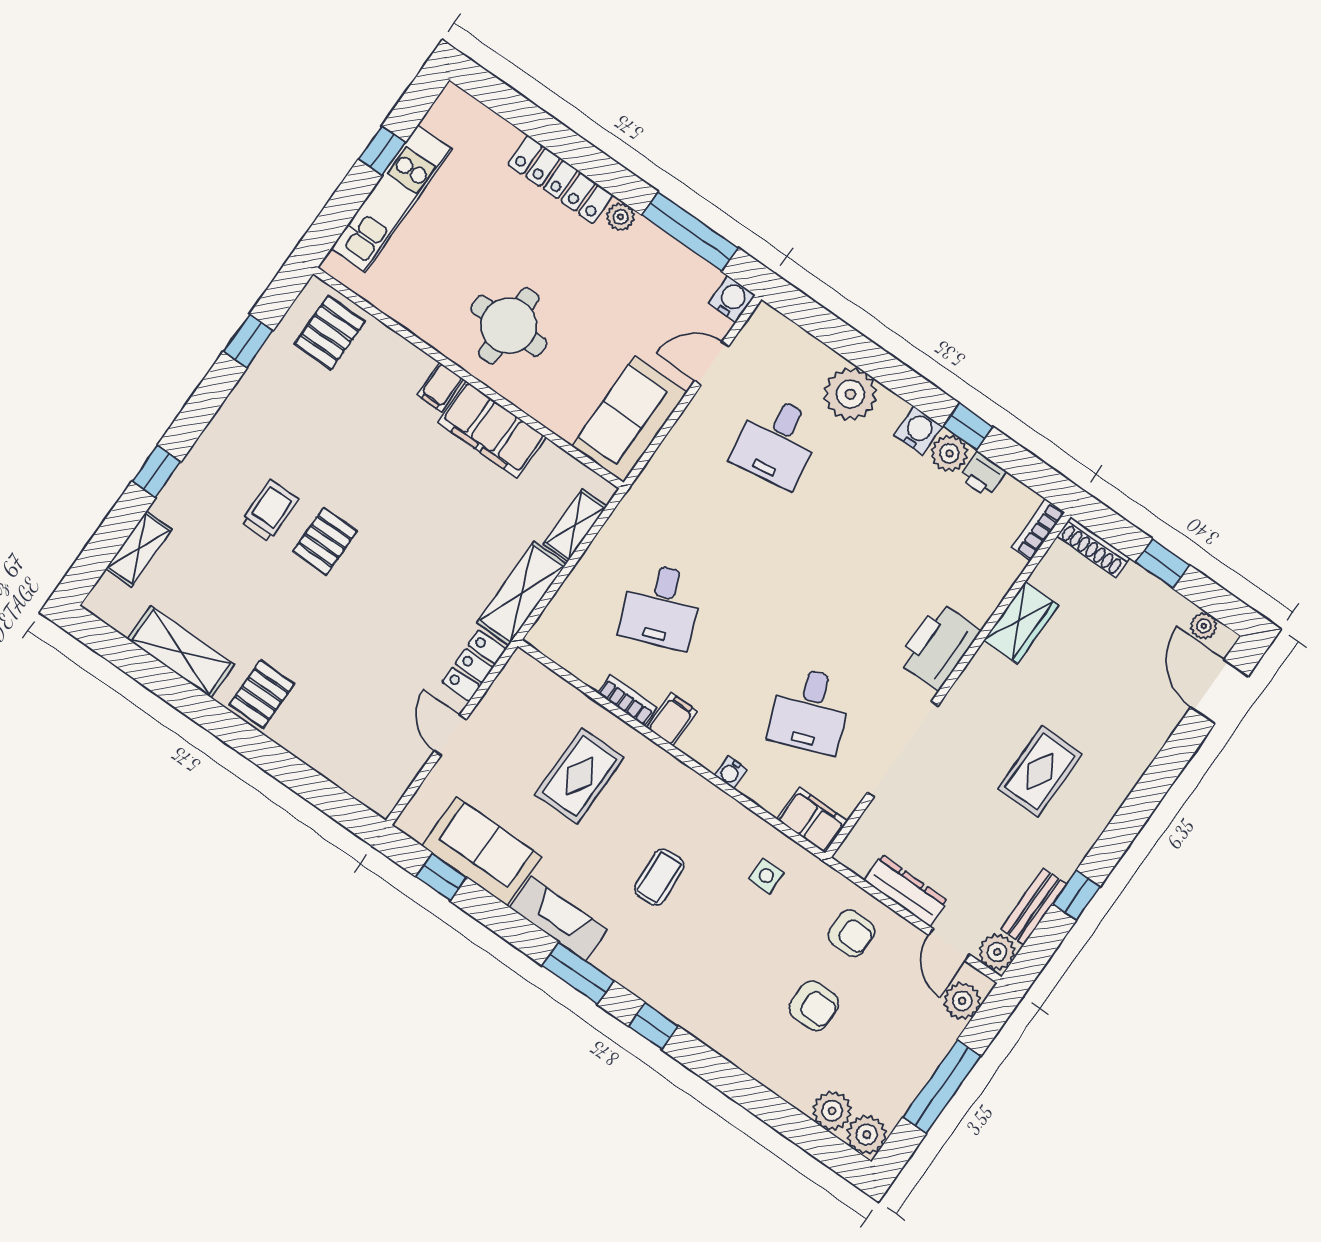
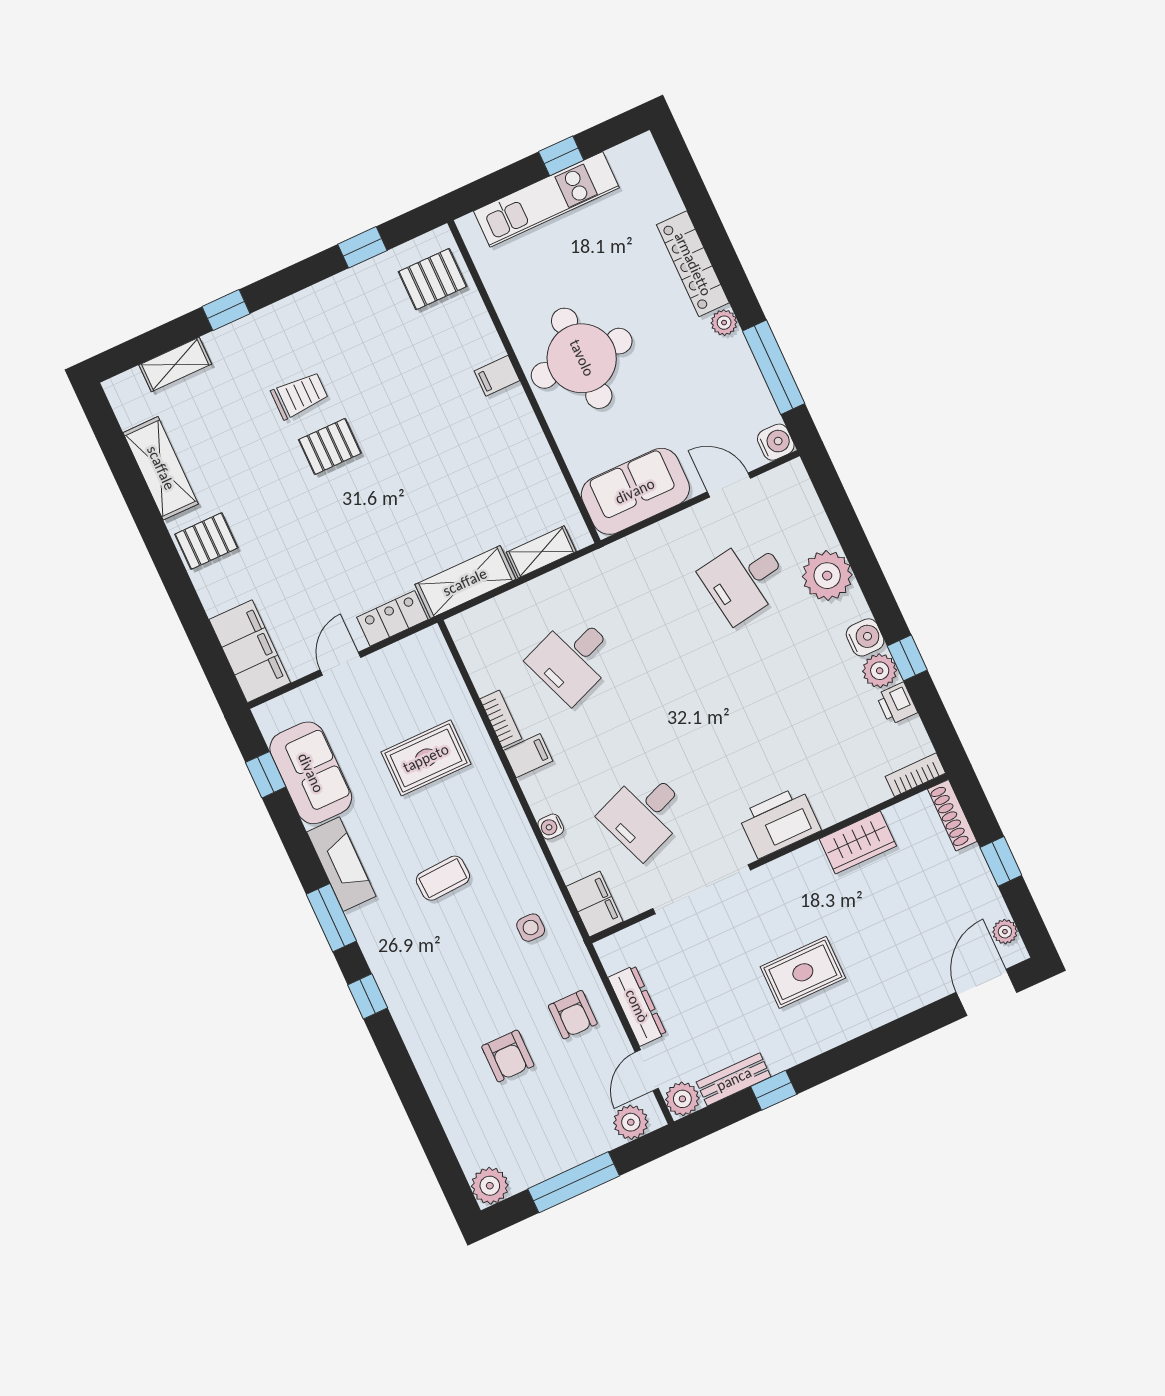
round table: (509, 326) -> (582, 358), width x1.36, depth x1.36
filing cabinet: (492, 430) -> (250, 651), moved, turned 180
plant: (832, 1111) -> (473, 1150), removed

